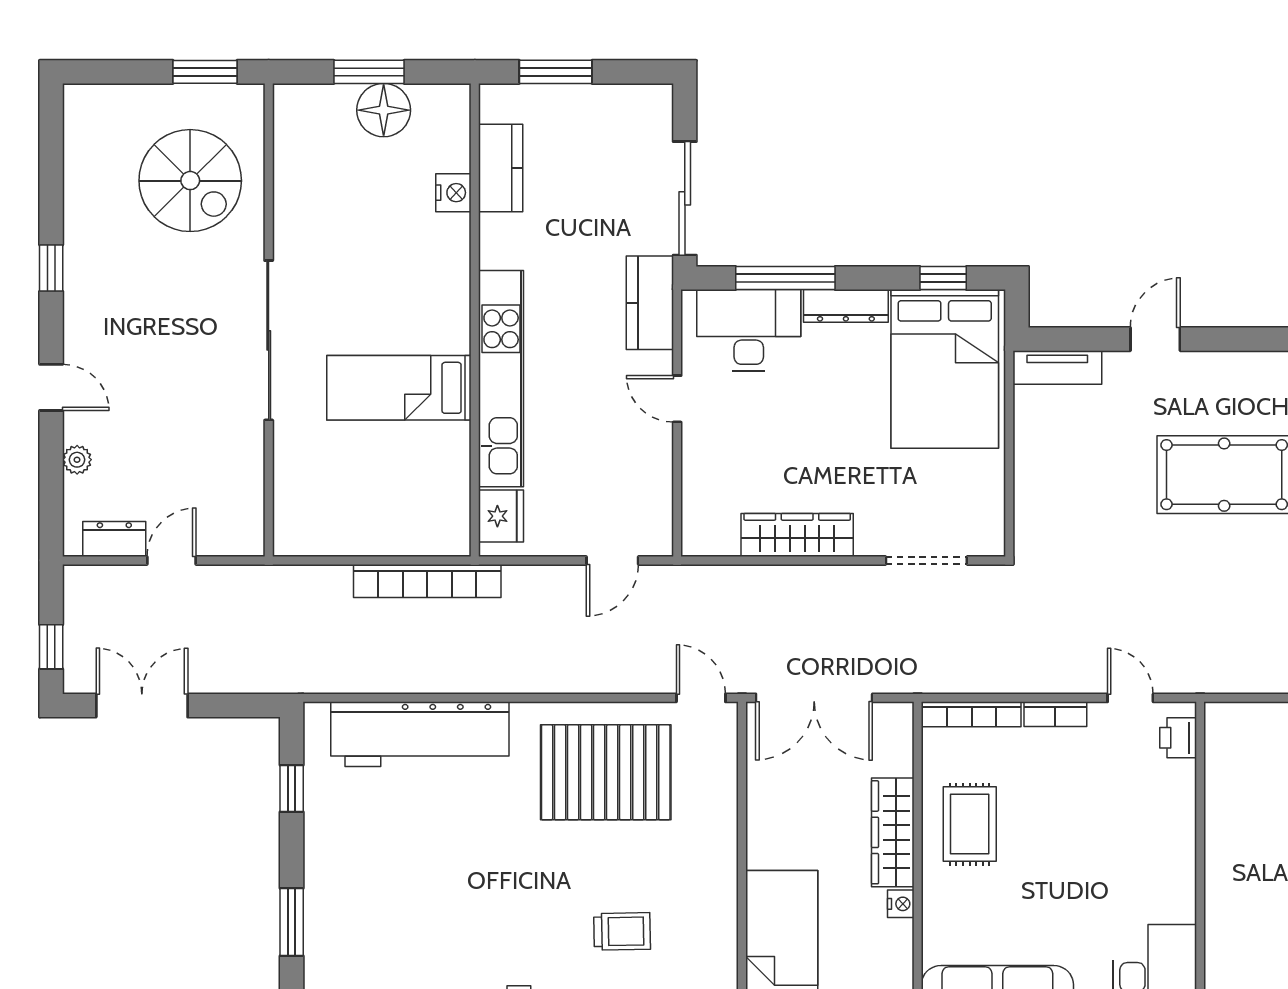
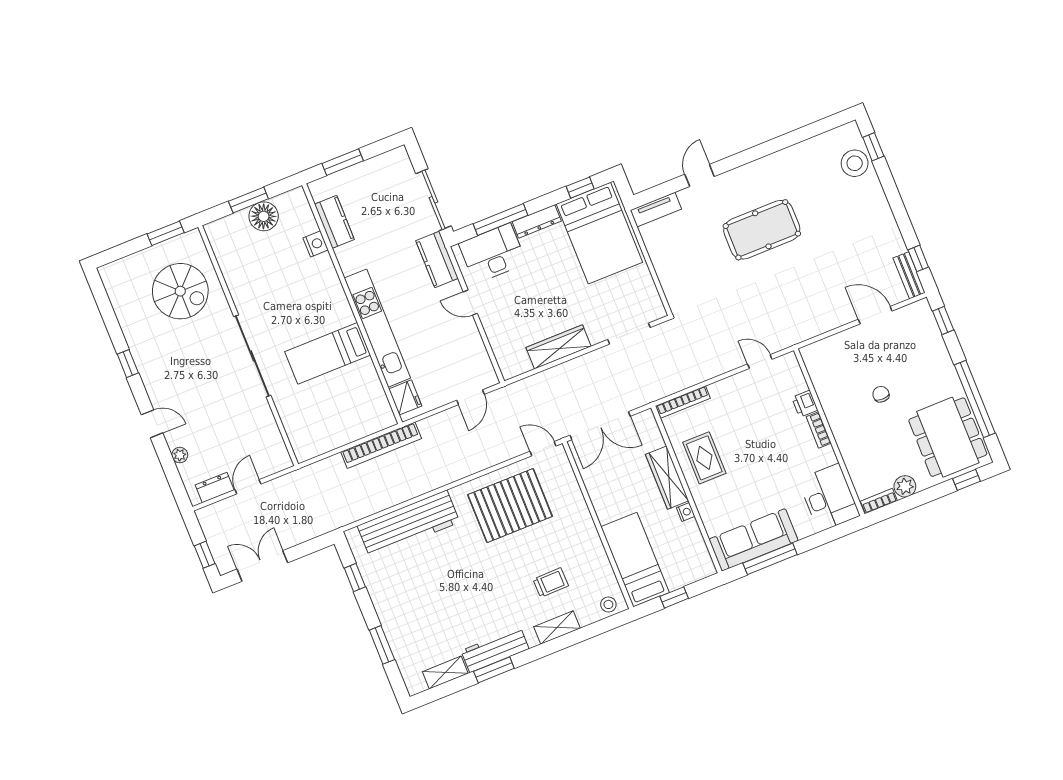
bookcase: (1055, 714) -> (819, 430), moved, turned 90
printer: (1178, 738) -> (805, 404), moved

